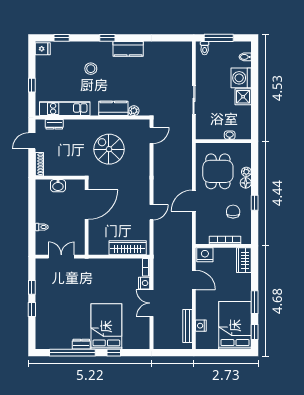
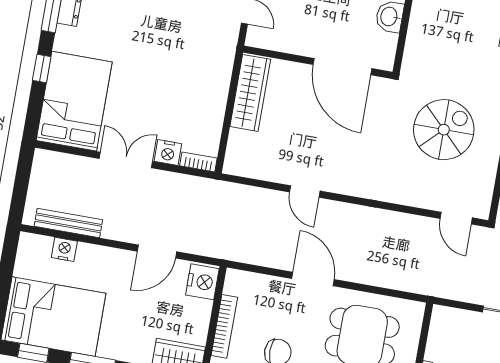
wardrobe: (128, 248) -> (250, 93), moved
bed: (106, 326) -> (74, 101), moved, turned -90

